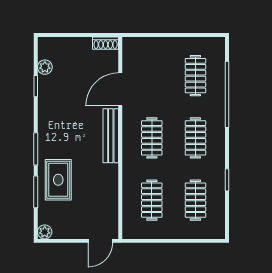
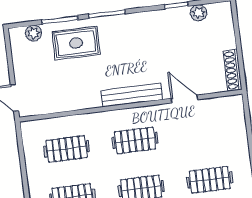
shoe rack: (106, 43) -> (233, 70), width x1.43
door: (120, 89) -> (184, 99), width x0.73
plant: (45, 232) -> (33, 33), moved

